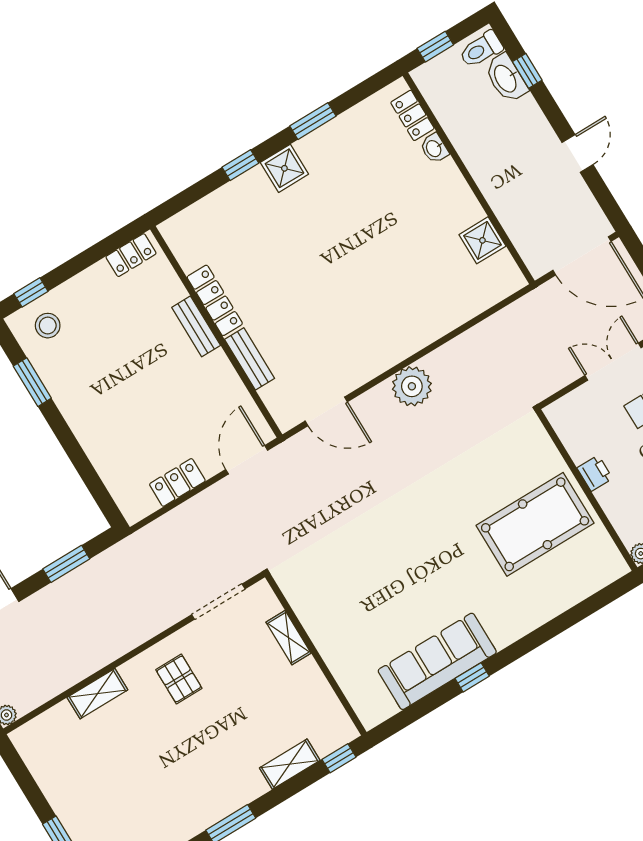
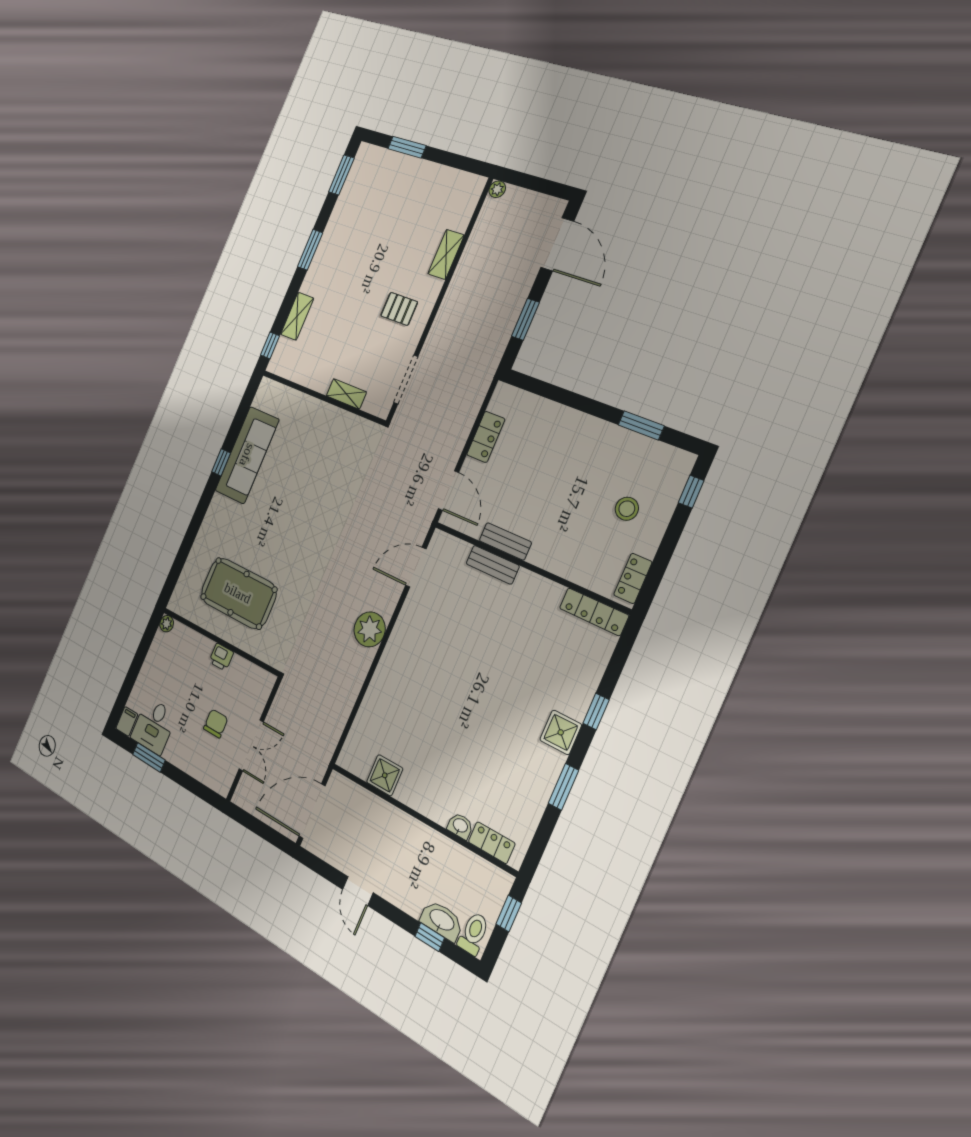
locker: (215, 300) -> (594, 612), moved
stool: (48, 326) -> (627, 509), moved
bench: (196, 326) -> (505, 541), moved
pool table: (535, 524) -> (238, 593), turned 90

